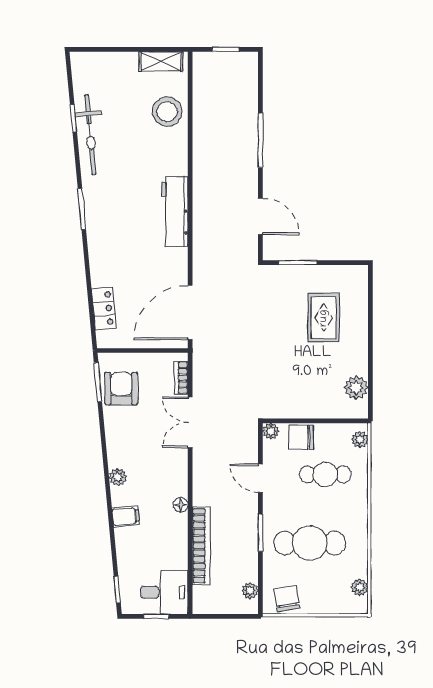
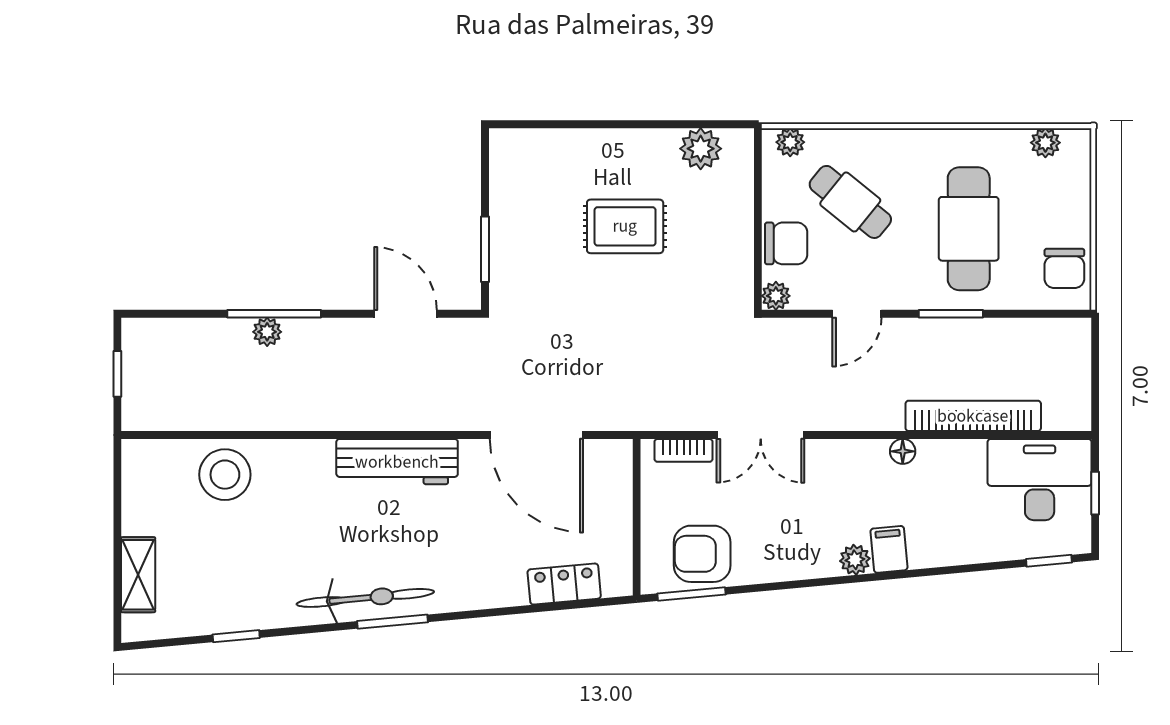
shelving: (161, 61) -> (138, 575), moved
bicycle: (90, 135) -> (365, 598), moved
door: (260, 216) -> (405, 314), hinge flipped
door: (190, 313) -> (536, 435), moved
rug: (324, 318) -> (625, 226), moved
chair: (301, 437) -> (786, 243), turned -90
cafe table: (325, 474) -> (850, 202), turned -51
filing cabinet: (126, 516) -> (889, 549), moved
plant: (250, 590) -> (267, 332), moved
desk: (164, 592) -> (1040, 480), width x1.37
chair: (287, 599) -> (1064, 268), turned -81

